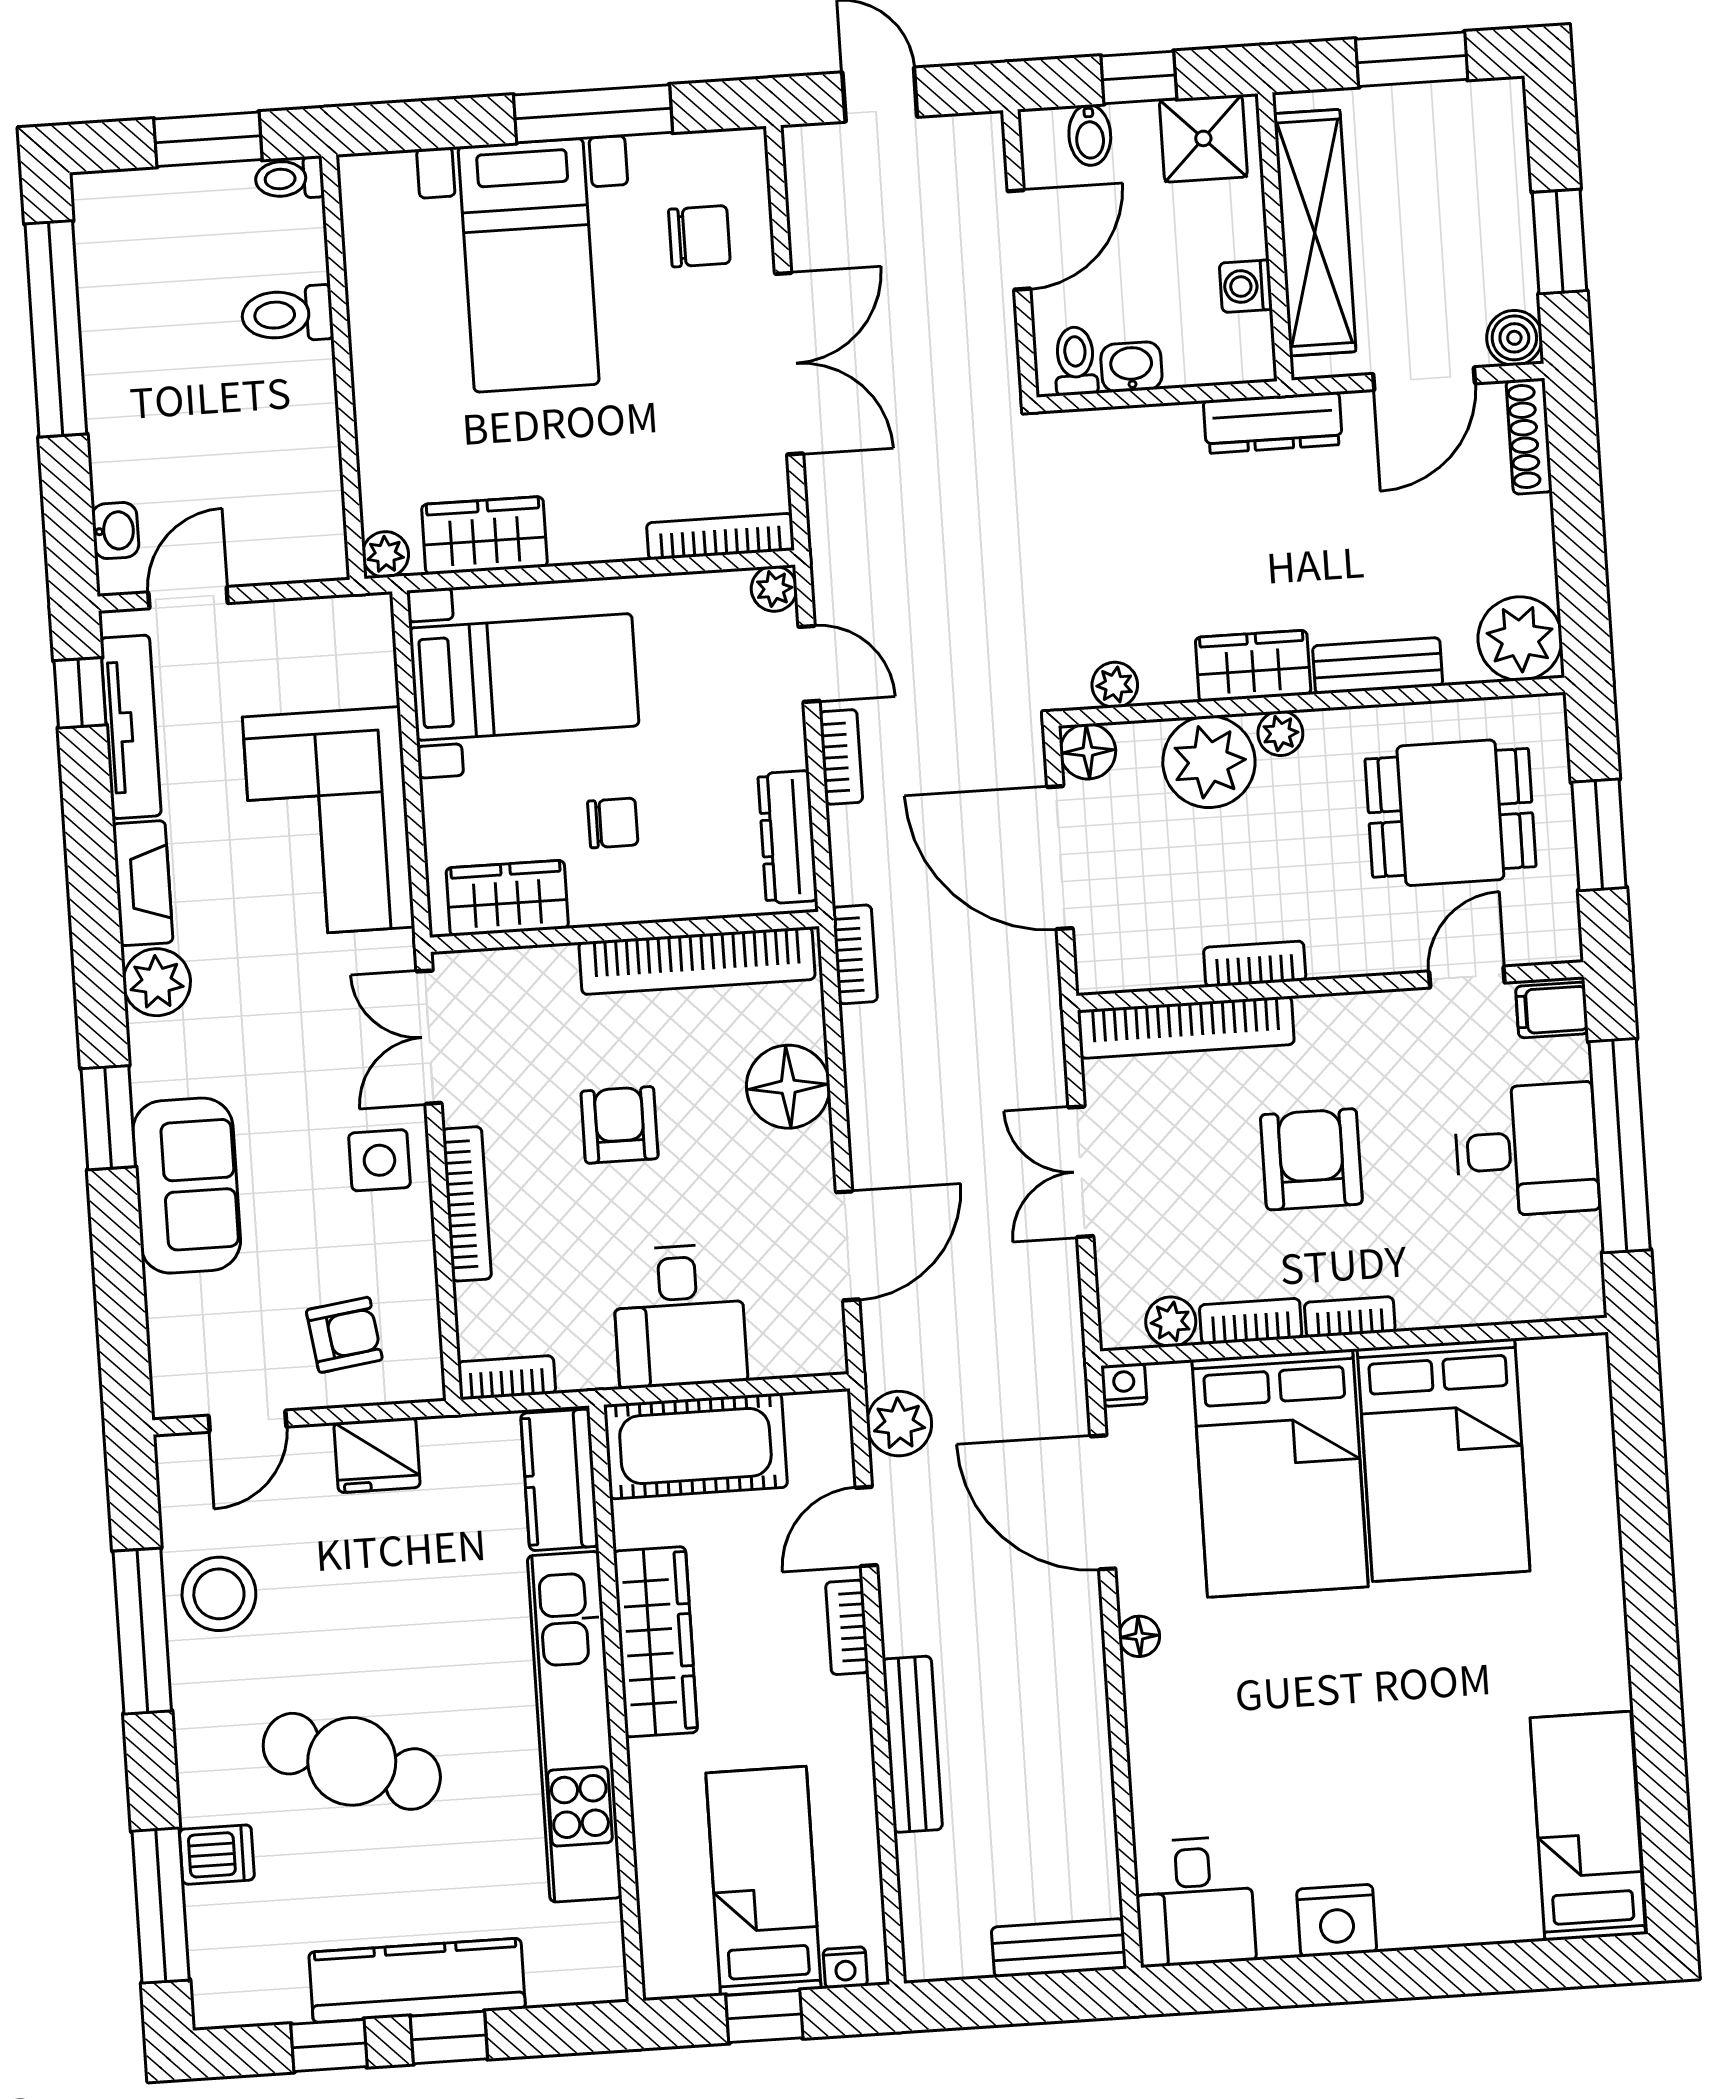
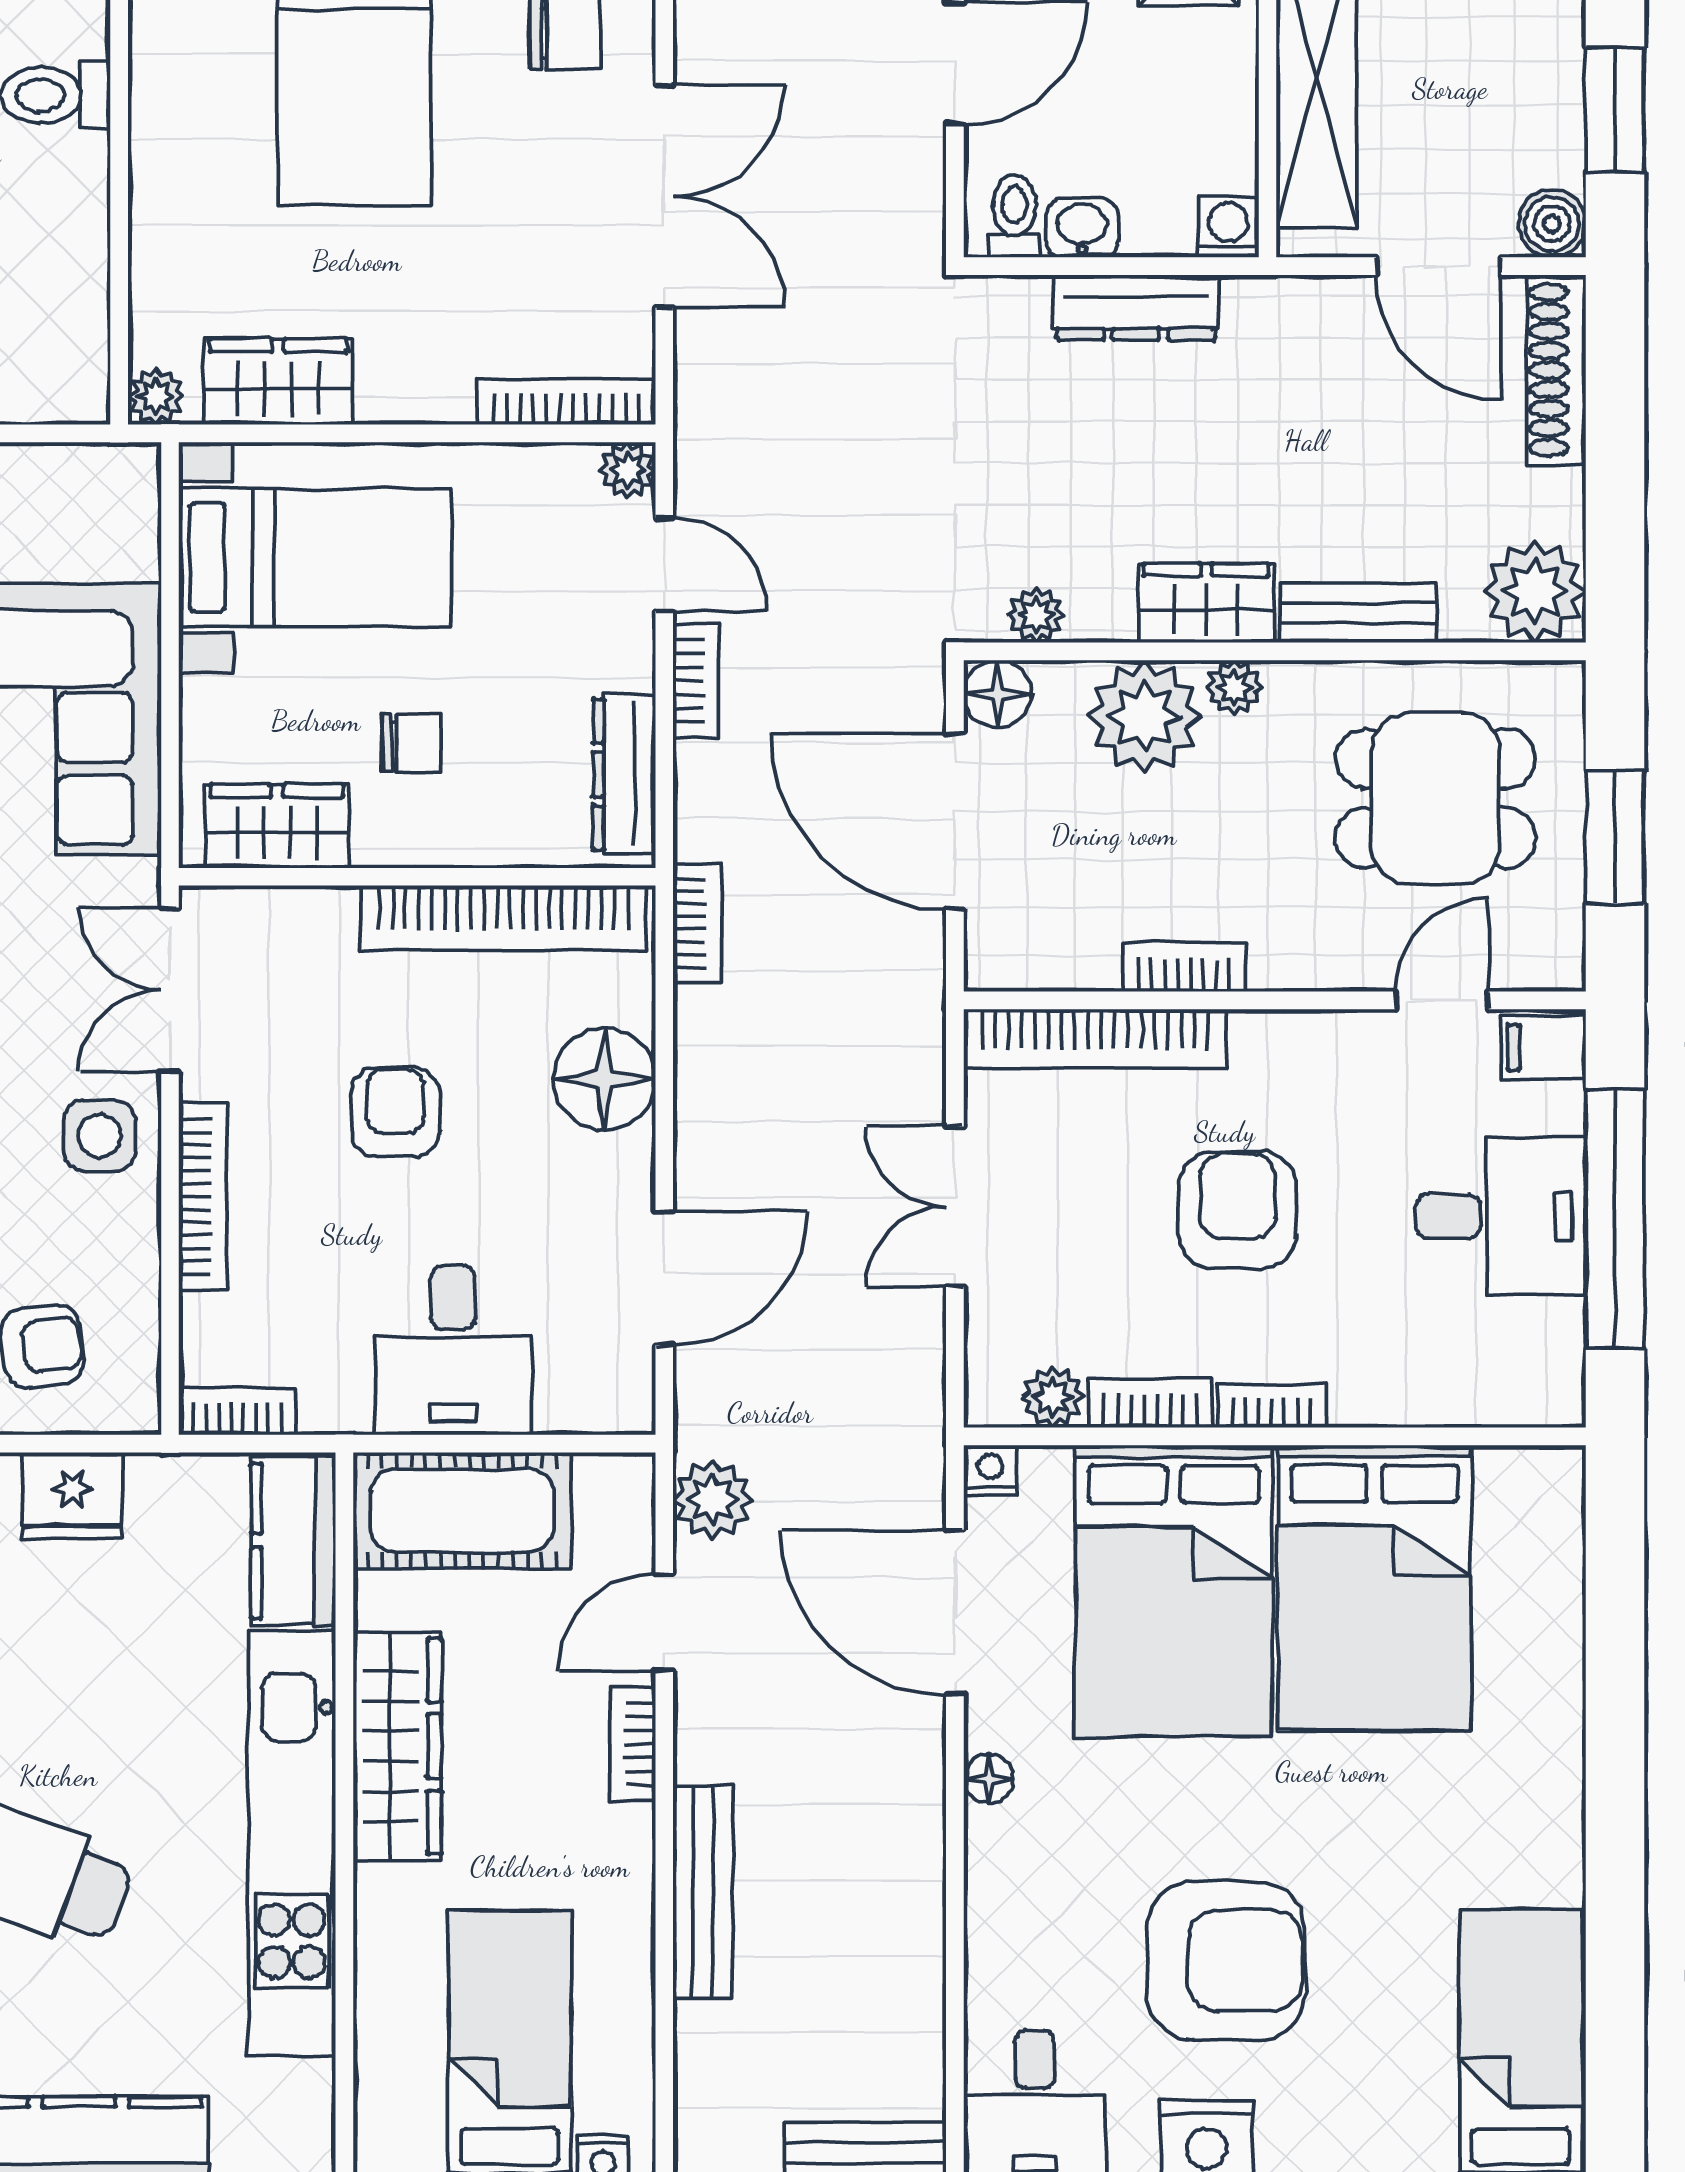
washing machine: (1246, 286) -> (1228, 227), moved, turned 90
door: (1424, 379) -> (1438, 266), hinge flipped
dresser: (1273, 423) -> (1136, 307), moved
shoe rack: (1529, 436) -> (1556, 370), width x1.36, depth x1.24
armchair: (1342, 1772) -> (1226, 1961), added

